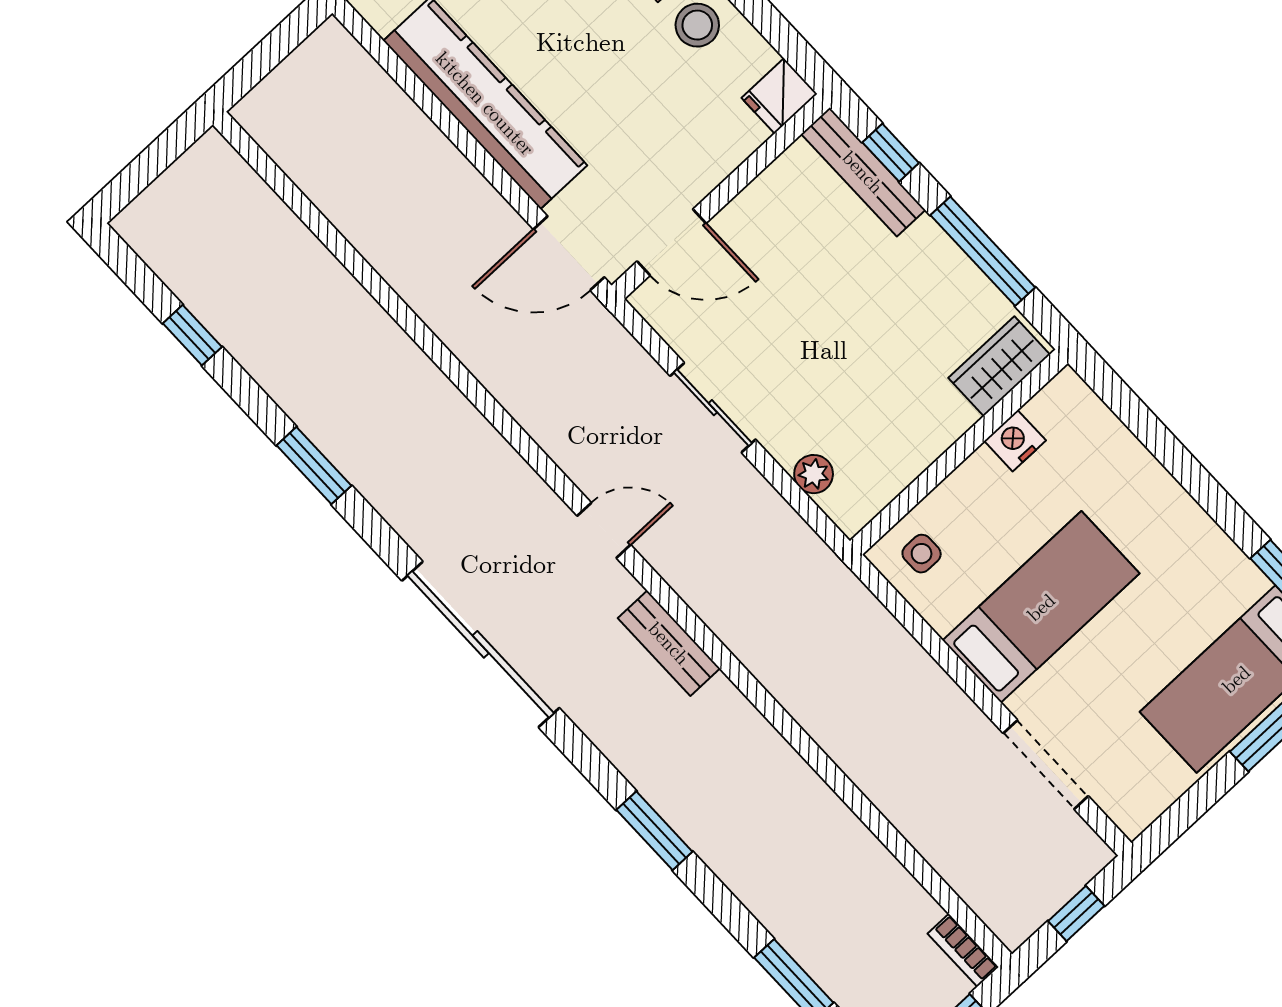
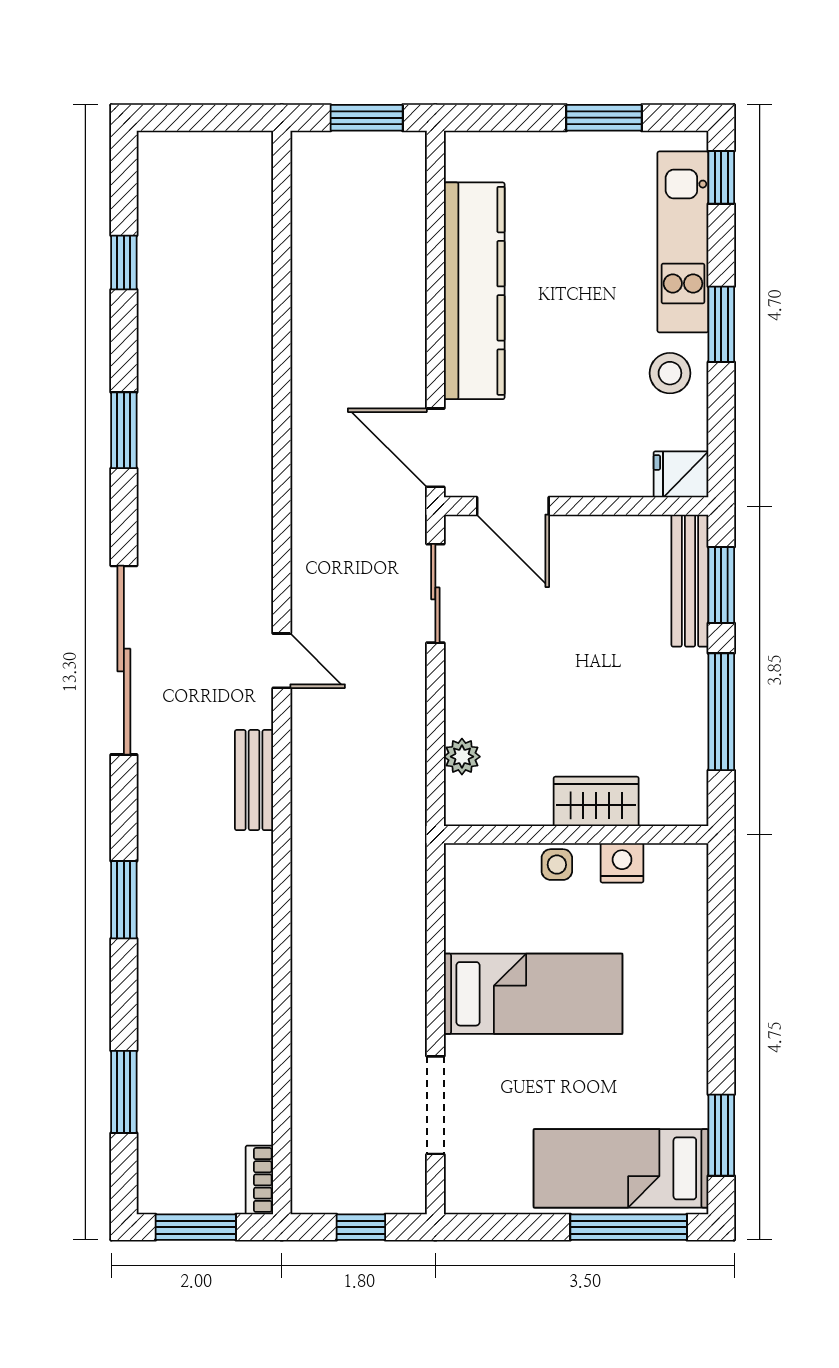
window: (276, 46) -> (367, 118), added
window: (891, 153) -> (721, 585), width x1.50
wardrobe: (999, 366) -> (596, 801), moved
sliding door: (713, 408) -> (435, 593), moved
side table: (922, 554) -> (557, 865), moved

